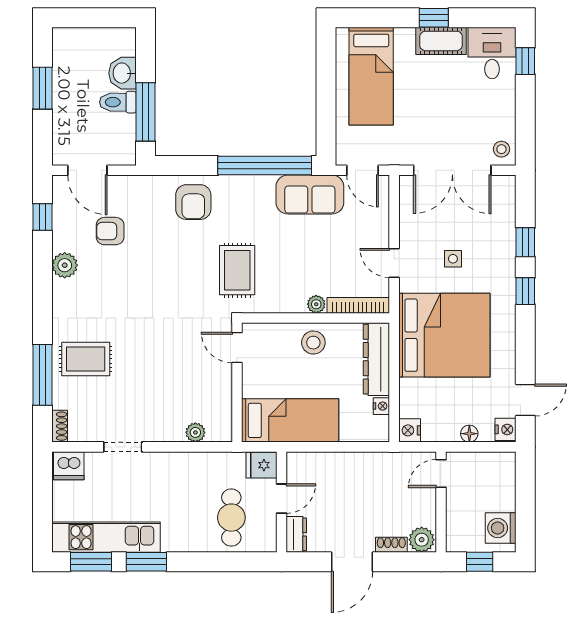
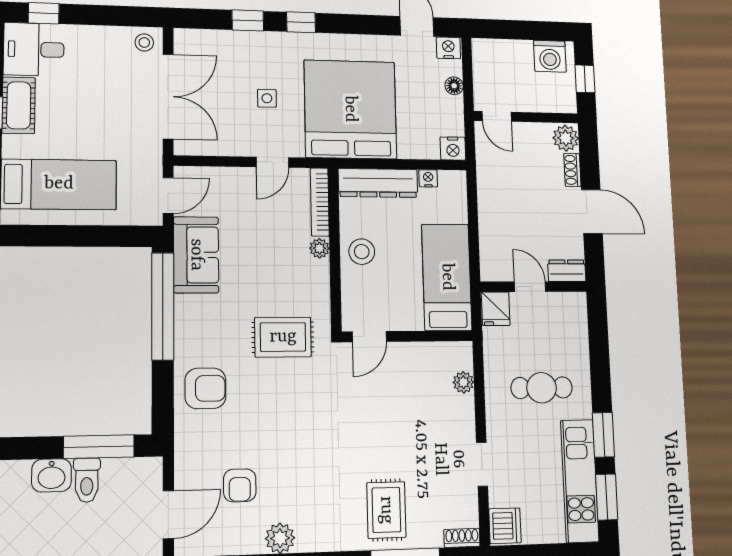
cafe table: (231, 518) -> (542, 388), moved

